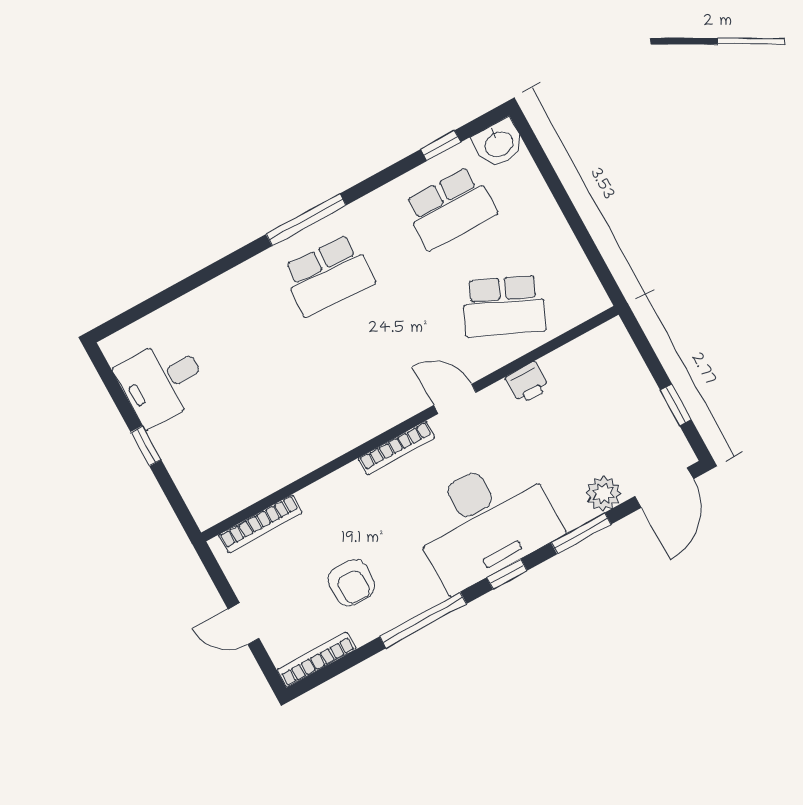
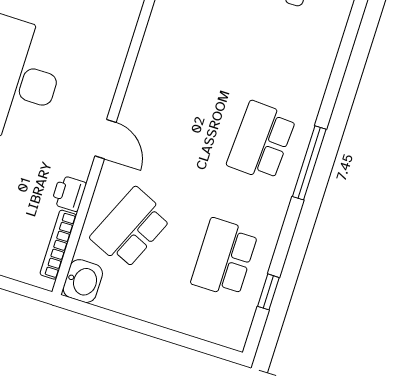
washbasin: (499, 143) -> (83, 281), moved, turned 180
door: (455, 399) -> (106, 139), hinge flipped
bookcase: (397, 448) -> (58, 245), moved

